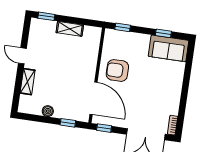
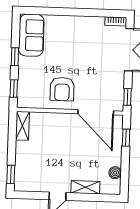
shelving: (70, 29) -> (22, 126), moved
window: (163, 33) -> (15, 57), moved
door: (93, 98) -> (96, 112), swing flipped
boiler: (48, 111) -> (115, 173), moved

